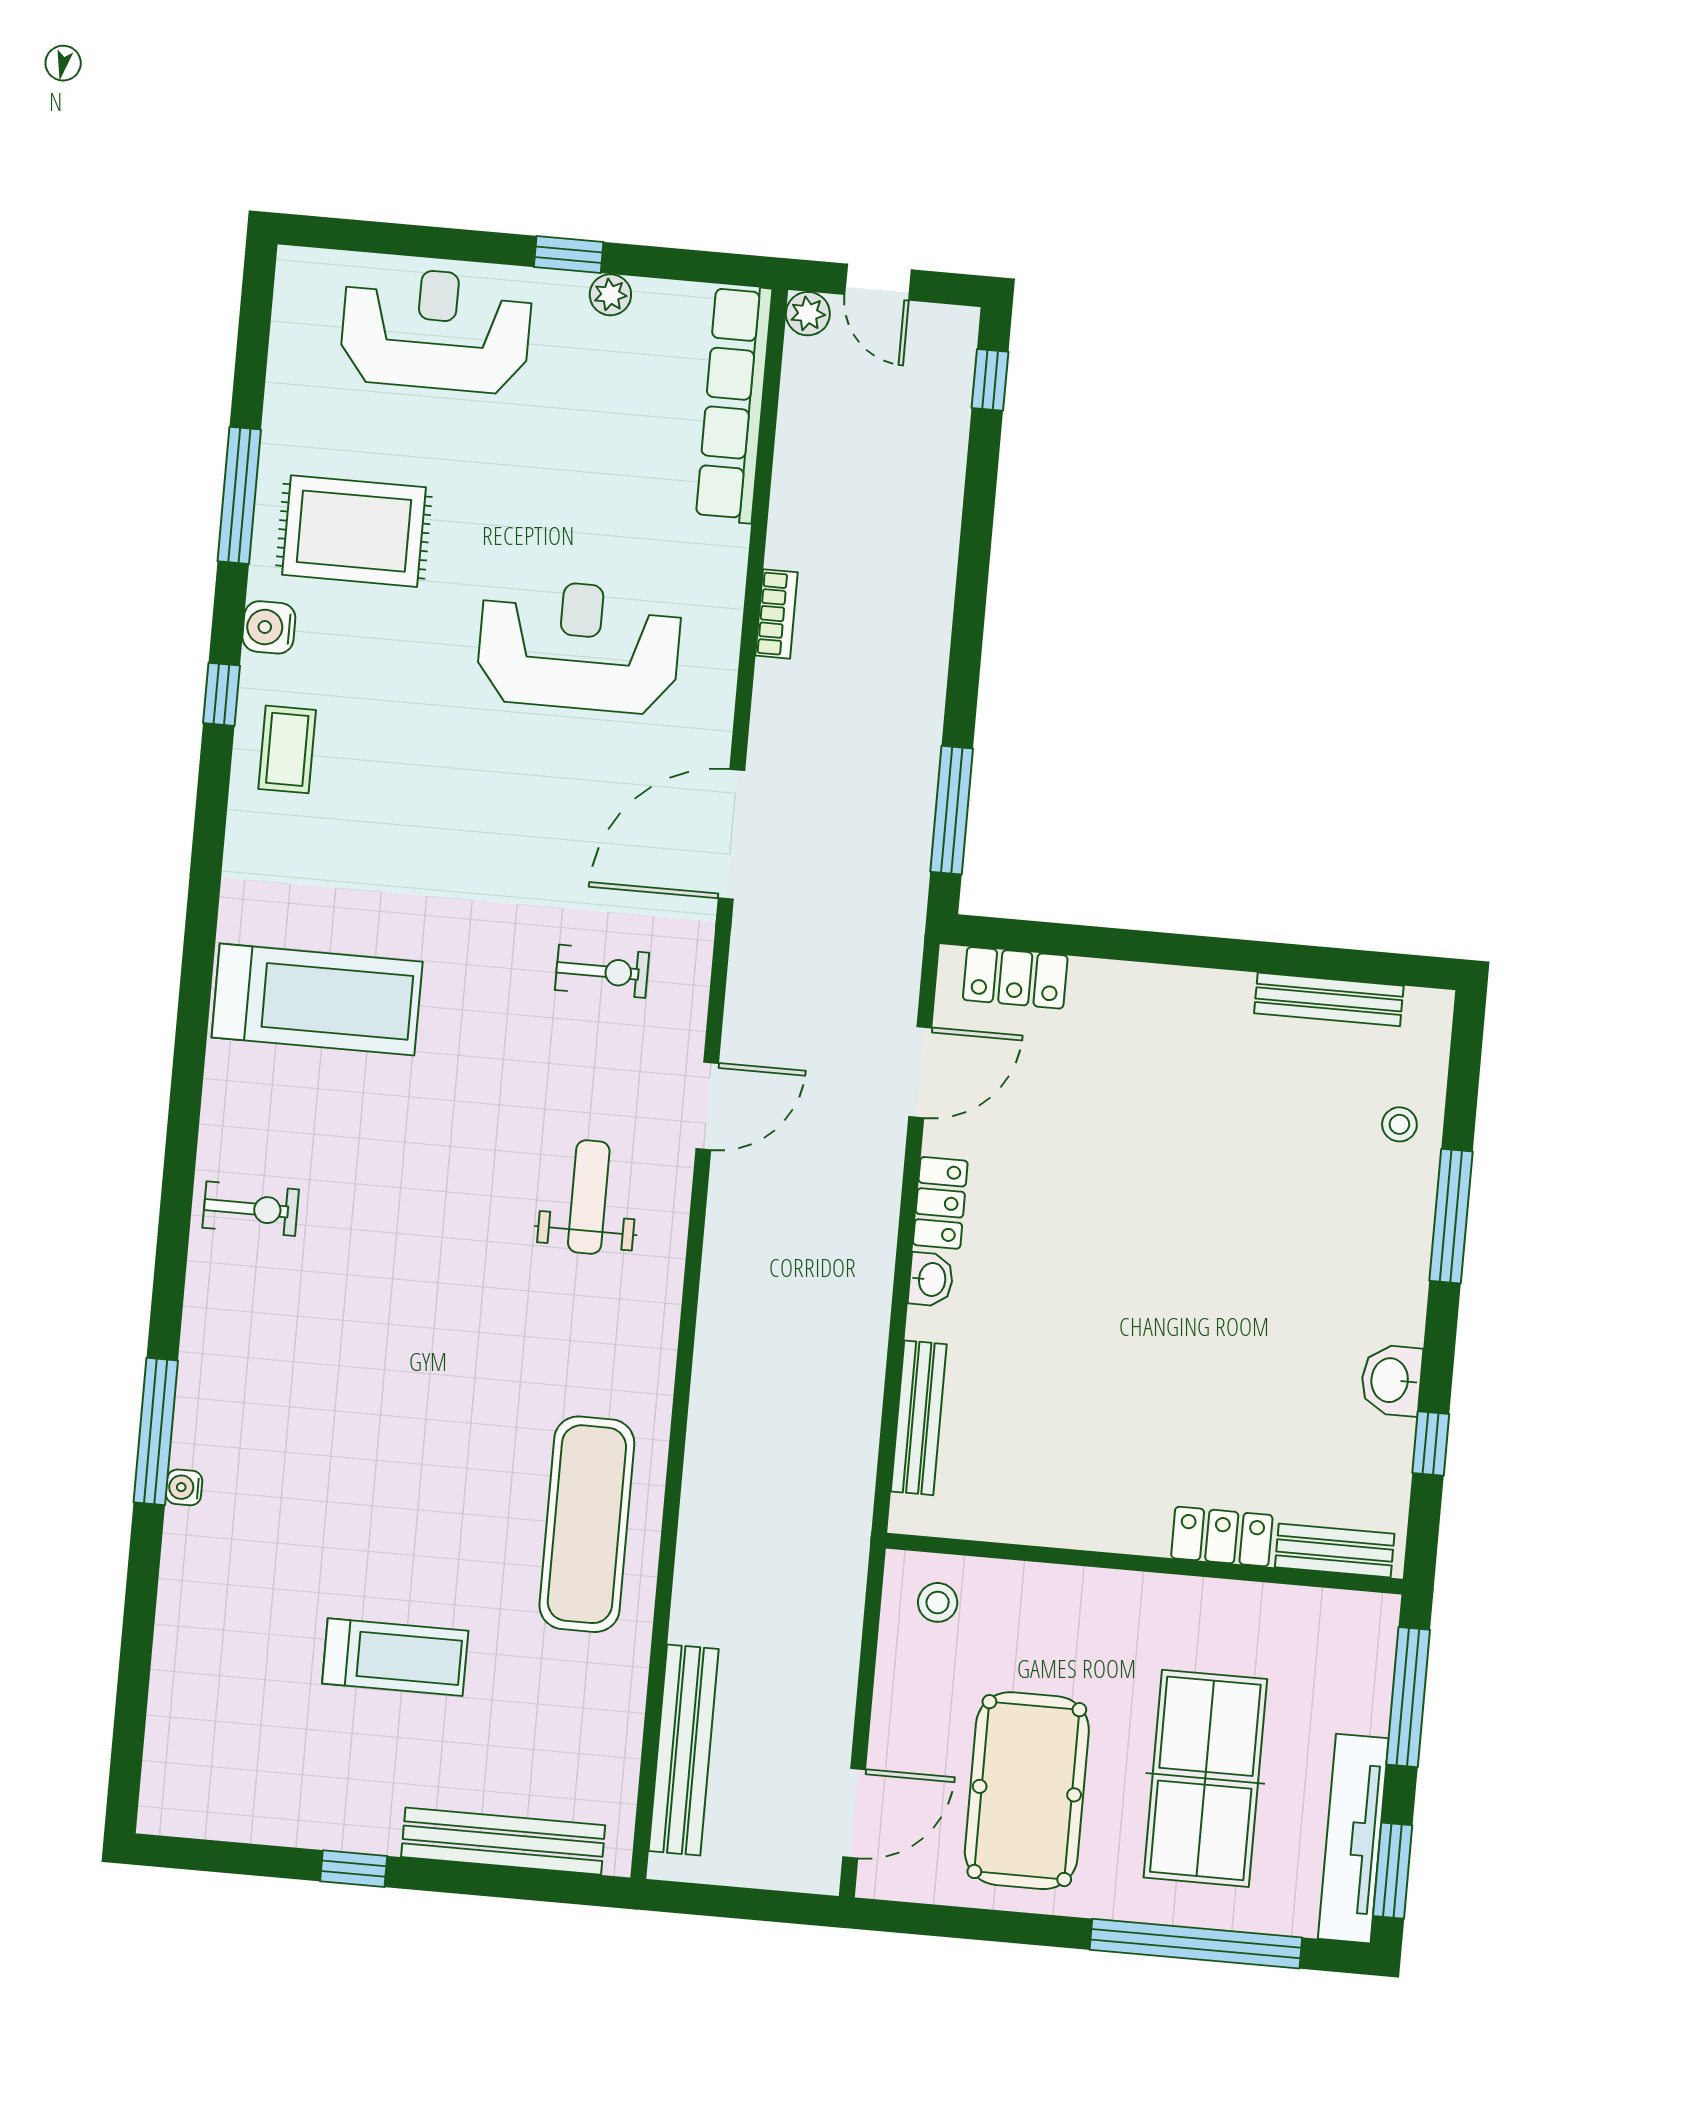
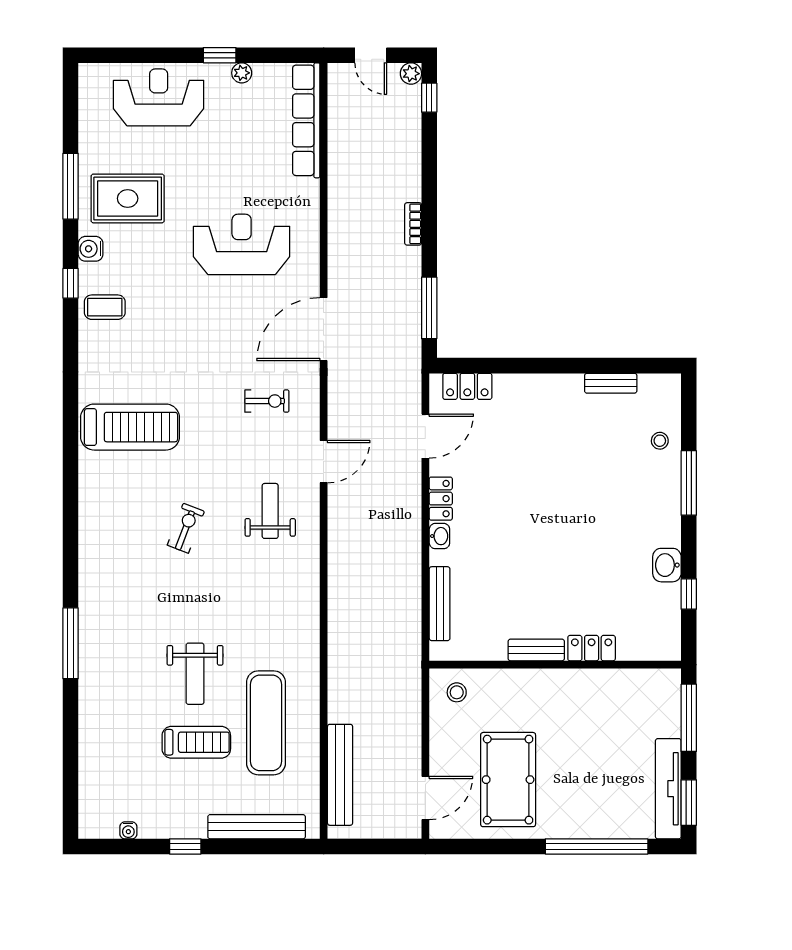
plant: (808, 314) -> (411, 74), moved
bookcase: (777, 614) -> (413, 224), moved, turned 180
coffee table: (287, 749) -> (105, 307), turned 90
bench: (1329, 999) -> (611, 383), width x0.73
exercise bike: (251, 1209) -> (186, 528), moved, turned -69
water cooler: (184, 1487) -> (128, 830), moved, turned -90
weight bench: (405, 1517) -> (195, 674), added
exercise mat: (587, 1524) -> (266, 723), moved
bench: (1335, 1551) -> (536, 650), moved
table tennis table: (1205, 1778) -> (594, 766), removed

